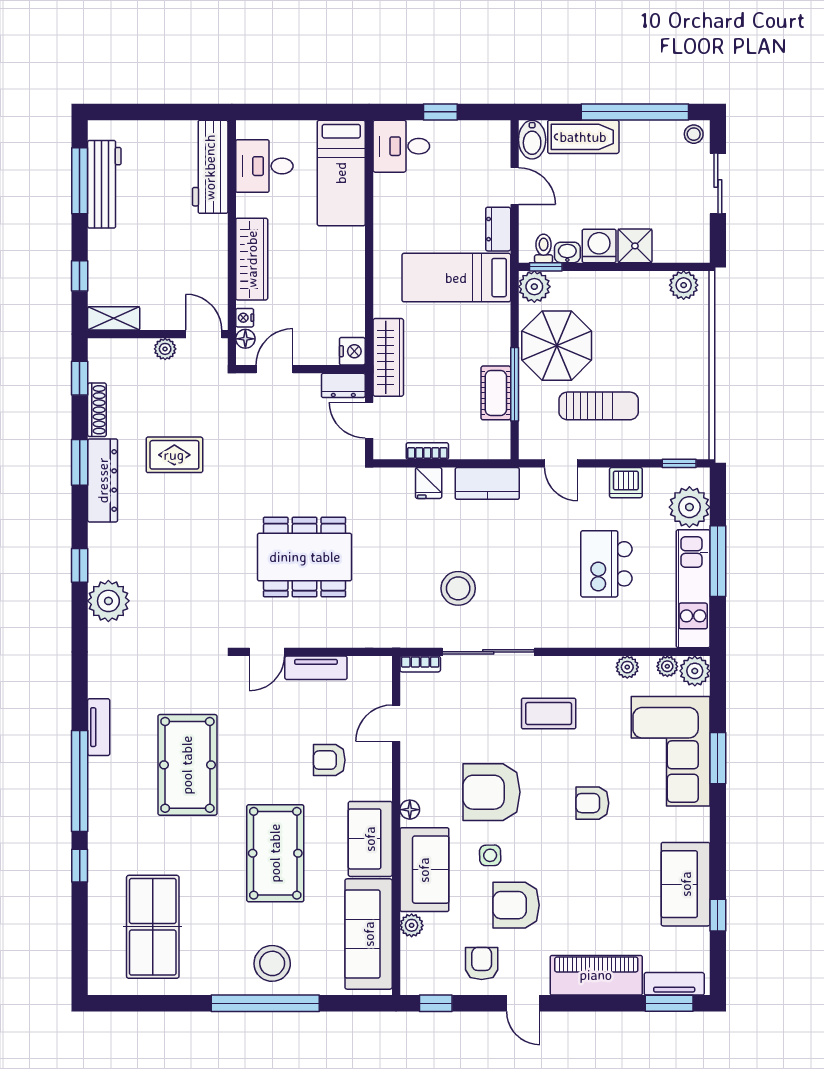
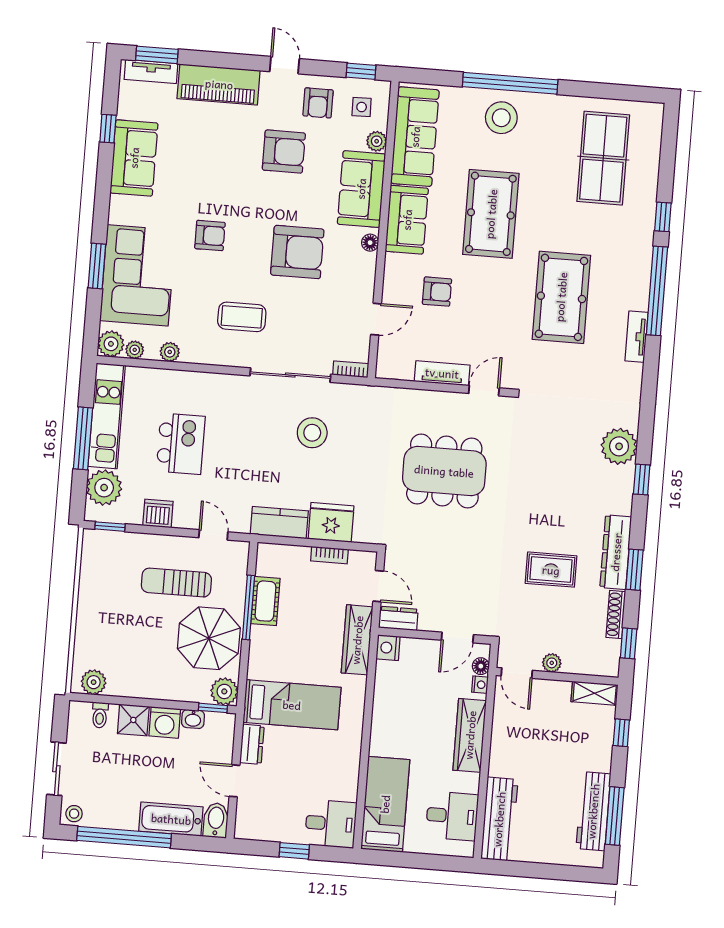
toilet: (544, 248) -> (100, 715), moved
fridge: (429, 483) -> (331, 522), width x1.88, depth x1.34
side table: (490, 855) -> (362, 107), moved

